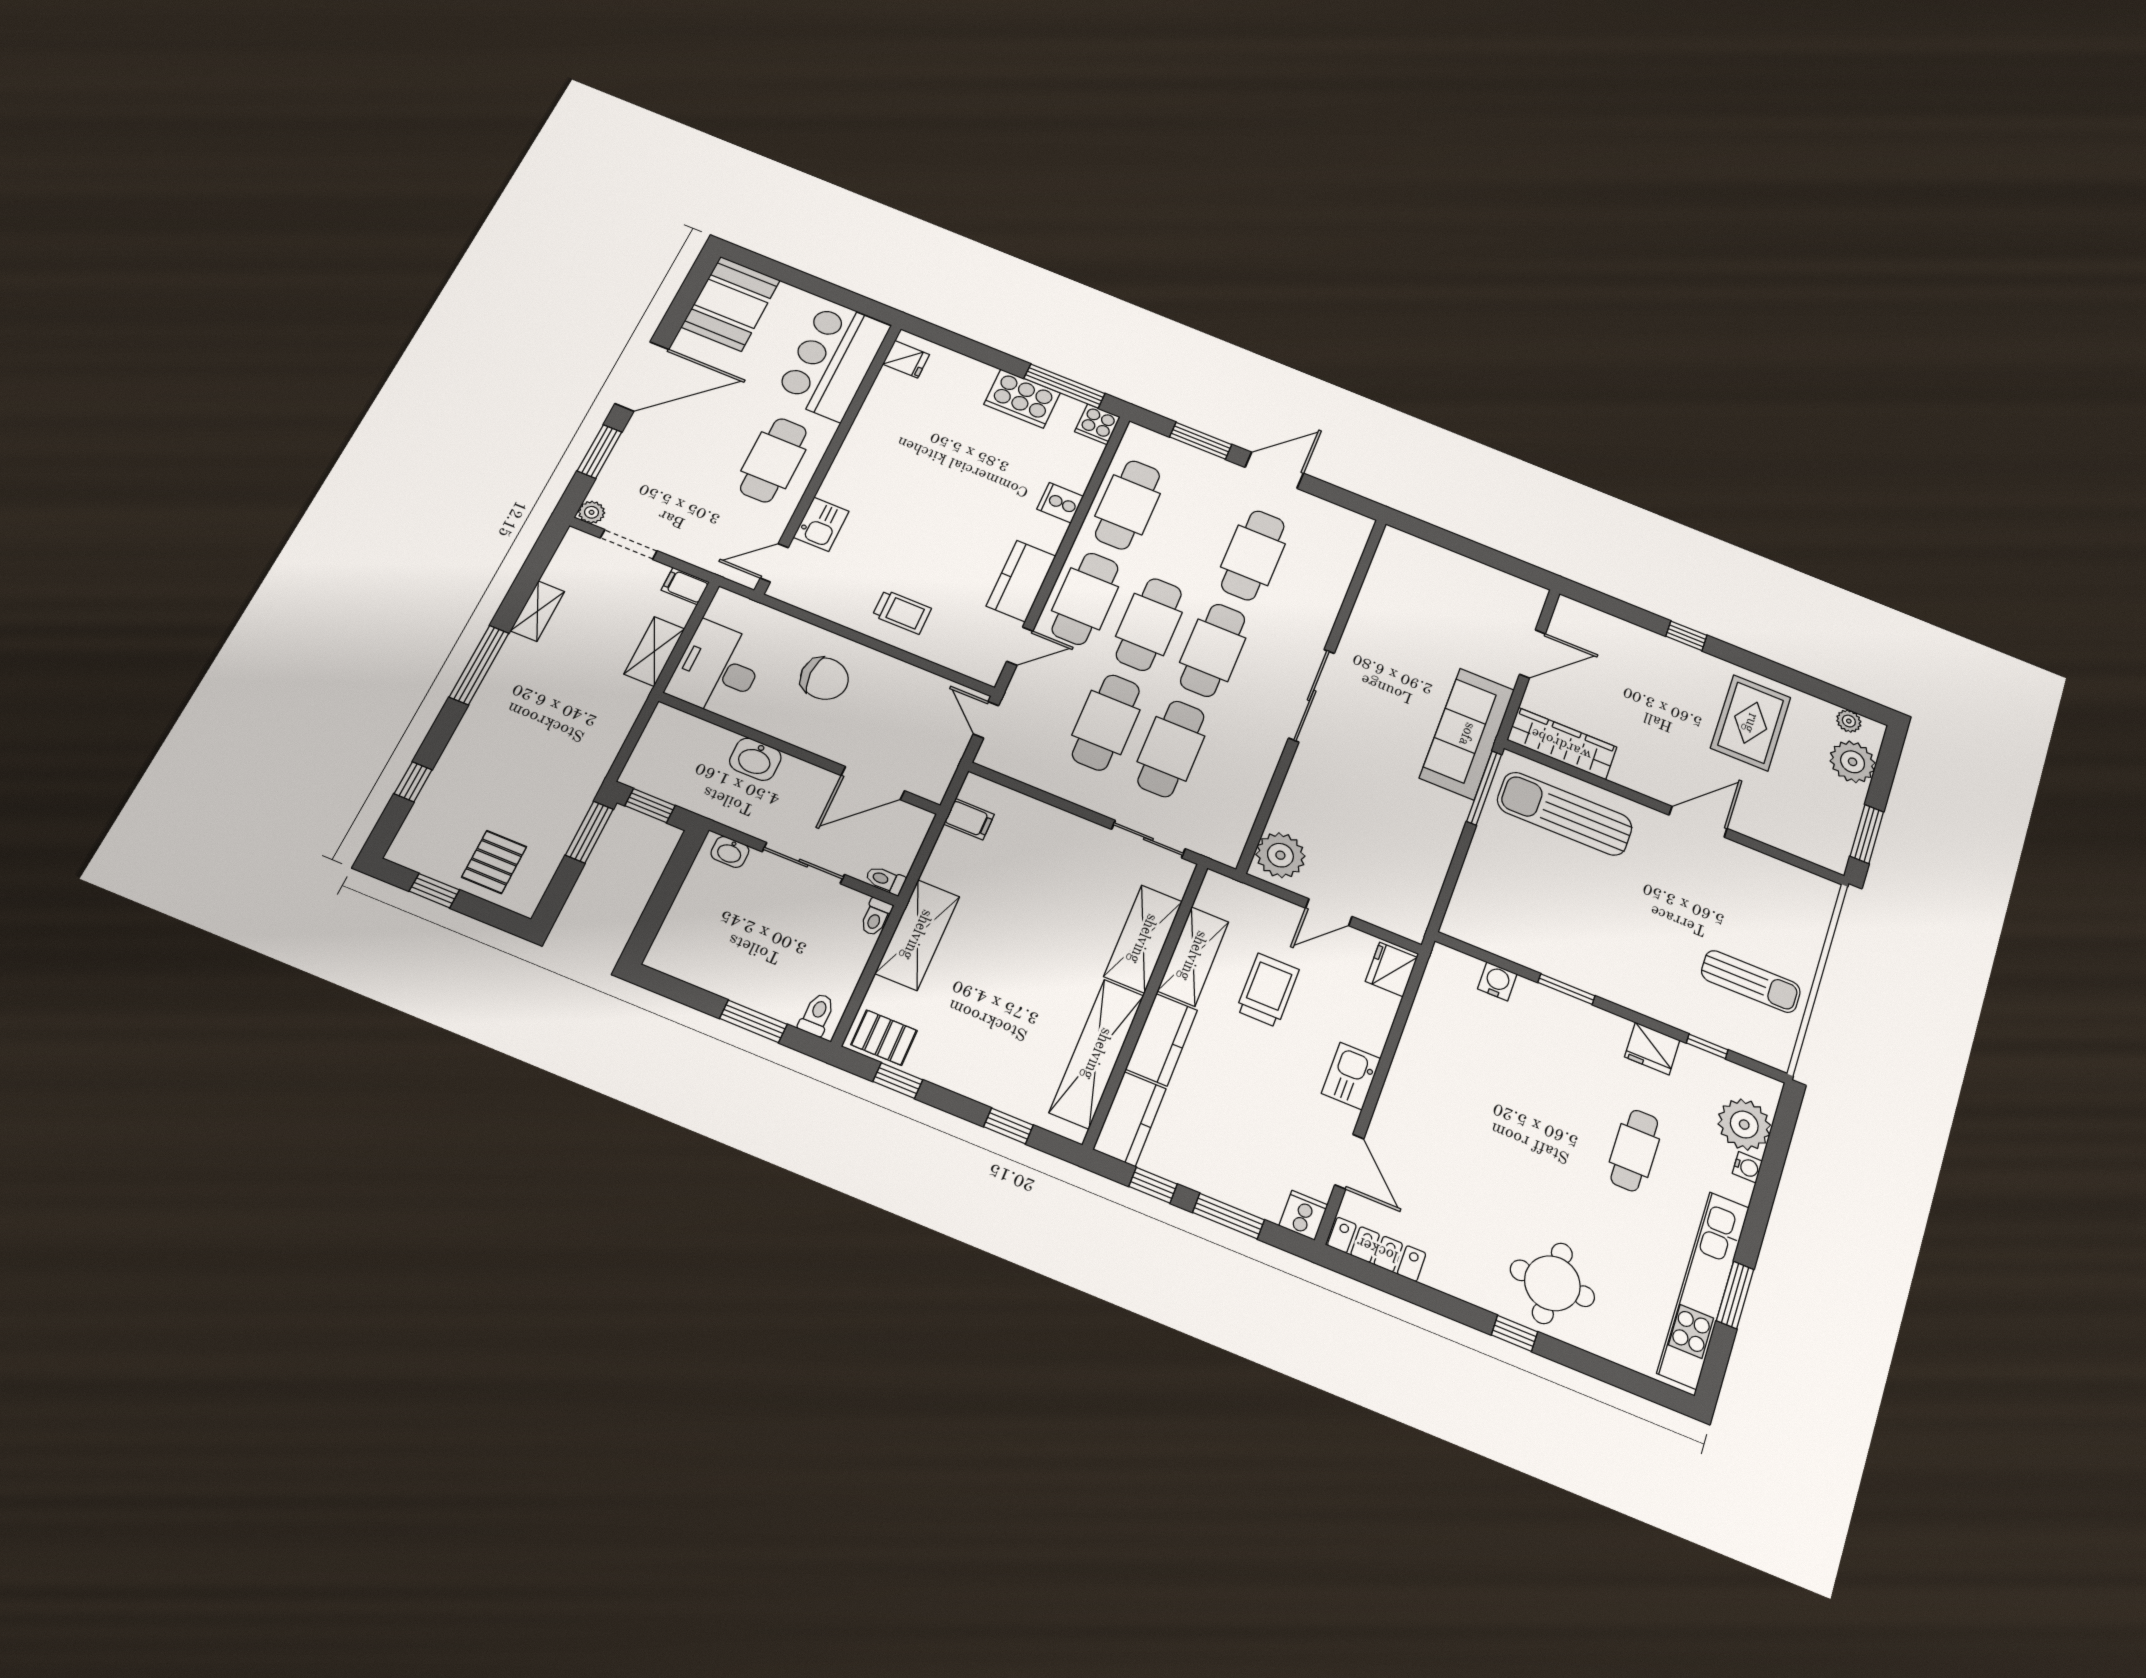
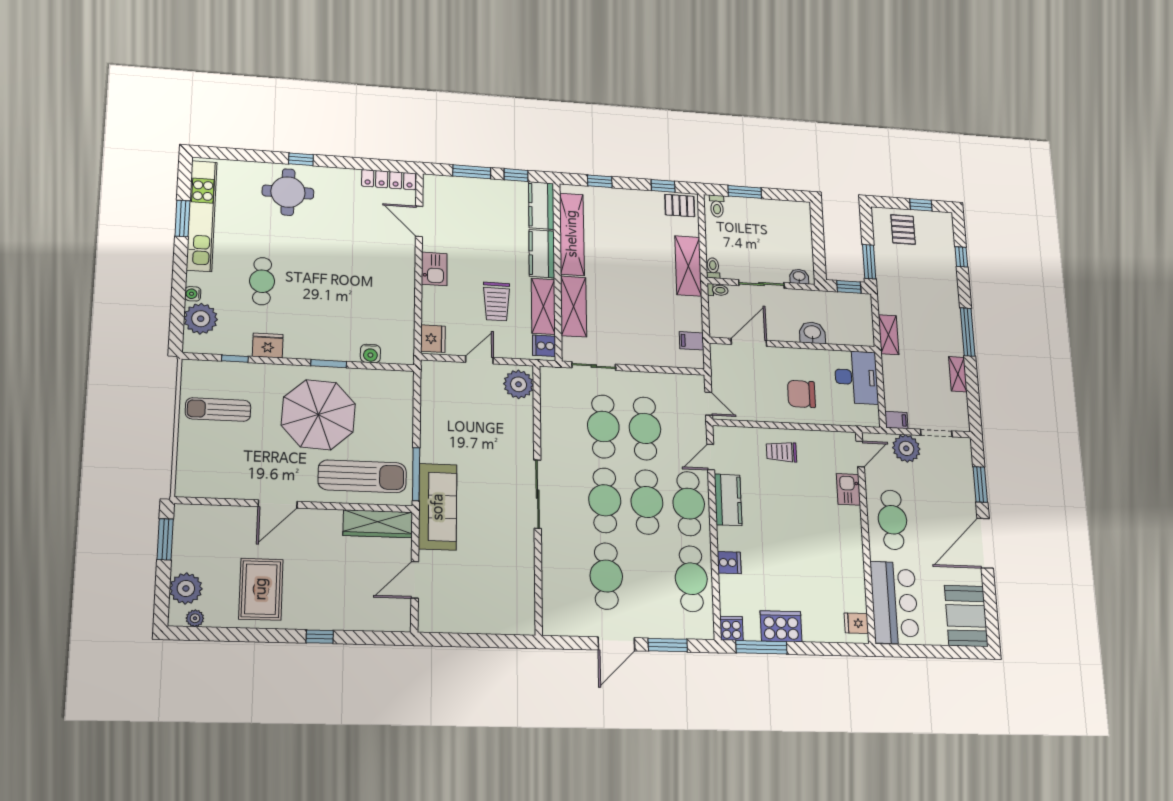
plant: (592, 512) -> (906, 448), moved, width x1.87, depth x1.87
shelving: (654, 651) -> (889, 335), moved
parasol: (1604, 921) -> (318, 415), added
cooker: (1303, 1215) -> (544, 346), moved, turned 90

